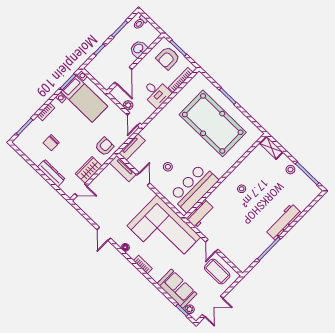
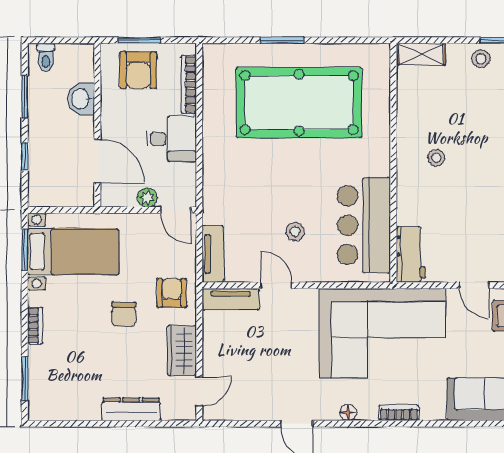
chair: (51, 143) -> (124, 314), moved

